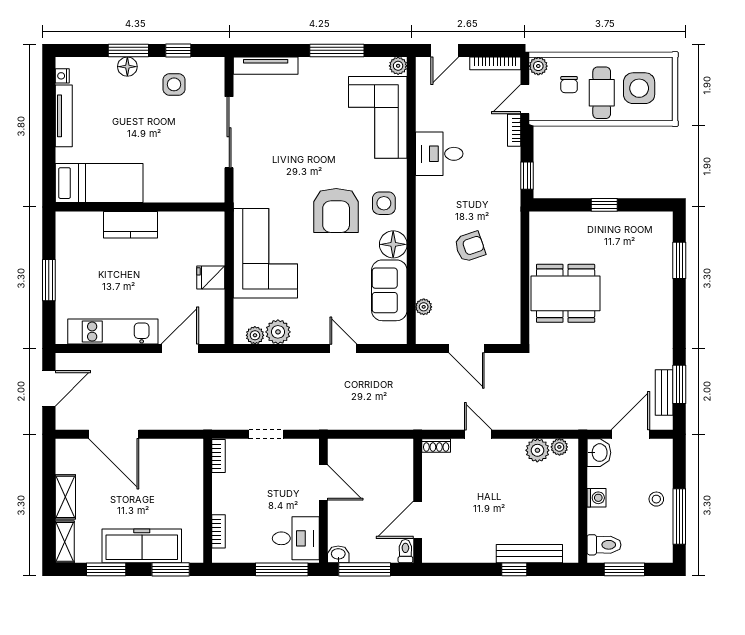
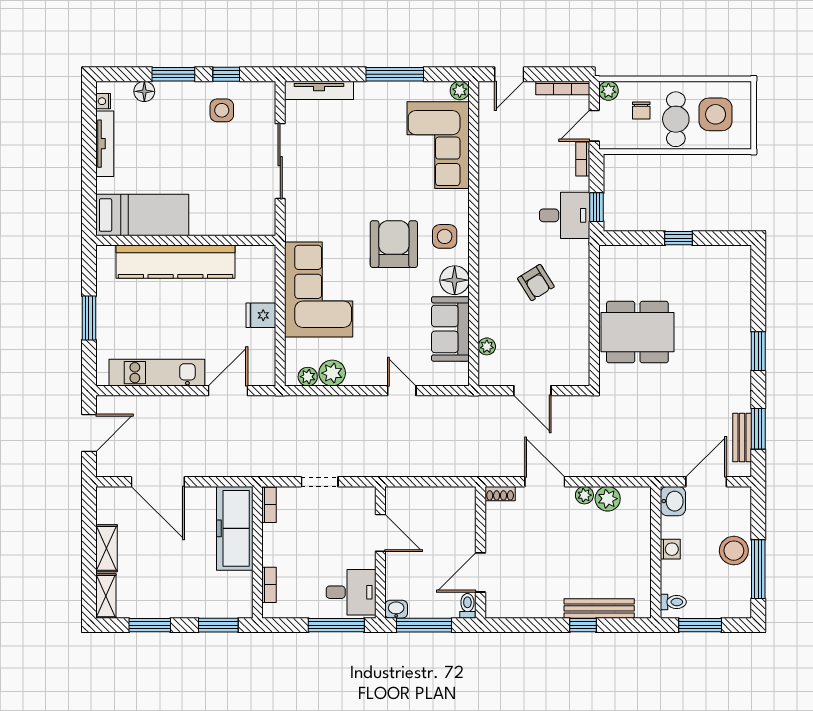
floor lamp: (127, 67) -> (144, 91), moved
desk: (439, 154) -> (565, 215), moved, turned 180
armchair: (336, 210) -> (394, 244), turned 180
kitchen counter: (130, 225) -> (175, 262), width x2.08, depth x1.17
armchair: (470, 247) -> (536, 283), turned 77
window: (679, 260) -> (758, 351), moved
door: (478, 434) -> (545, 482), width x1.38
plant: (559, 447) -> (584, 495), moved
stool: (656, 499) -> (734, 551), width x1.89, depth x1.89
toilet: (604, 545) -> (673, 602), width x0.73, depth x0.72
freezer: (142, 546) -> (235, 528), moved, turned -90

